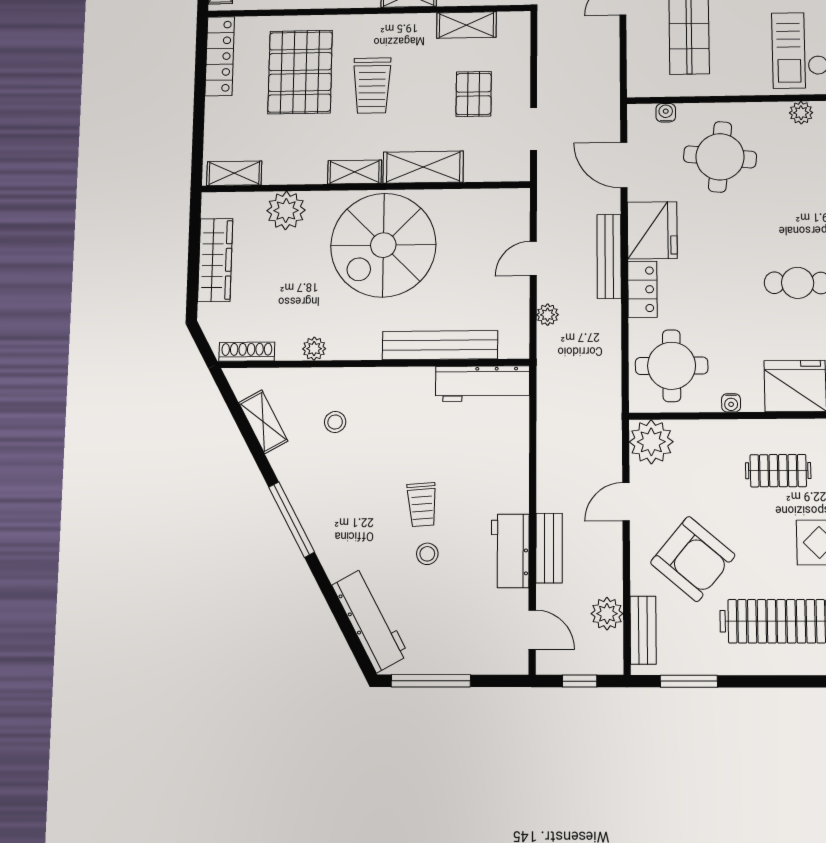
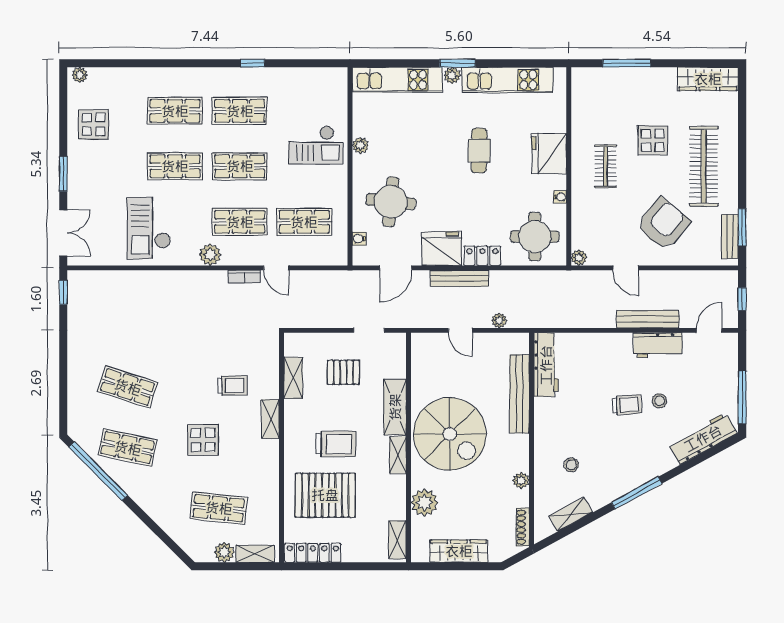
plant: (651, 442) -> (579, 258), width x0.53, depth x0.53
bench: (549, 548) -> (648, 319), width x1.36
plant: (607, 614) -> (699, 281), removed
bench: (643, 630) -> (730, 237), moved, turned 90

